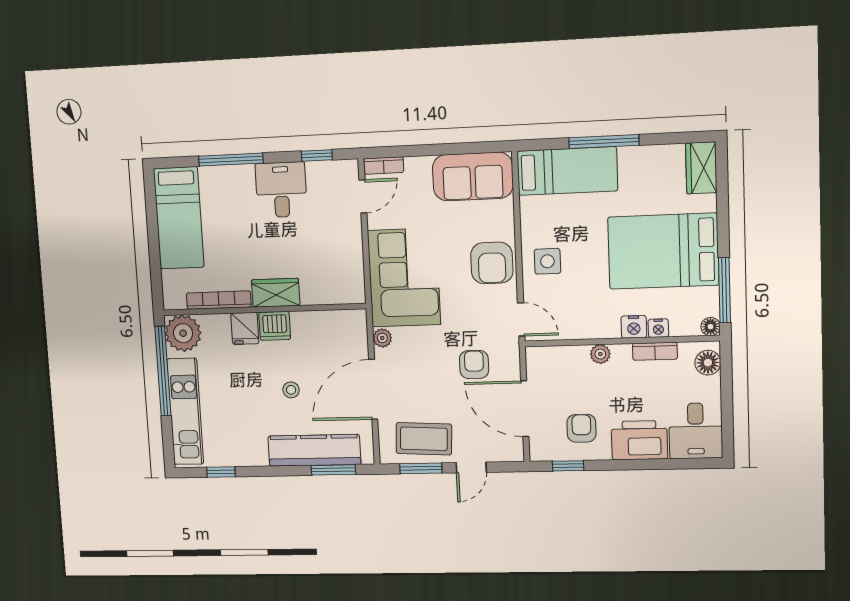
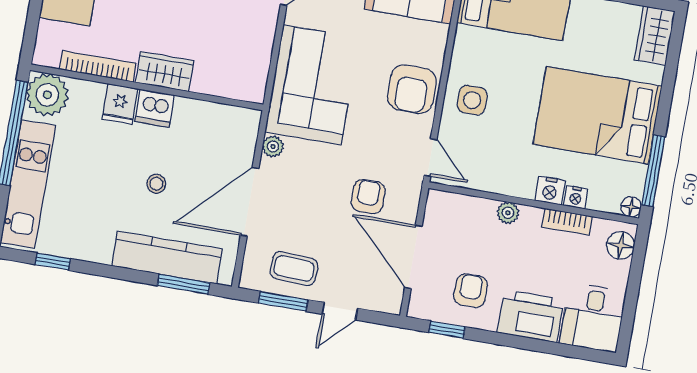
coffee table: (424, 439) -> (294, 269), width x0.73, depth x0.77

